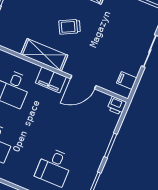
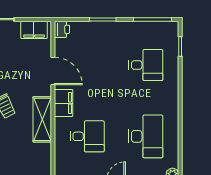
filing cabinet: (127, 81) -> (34, 30), width x2.00

